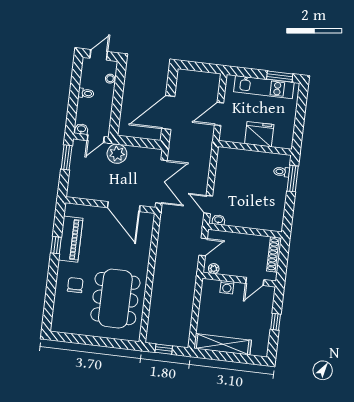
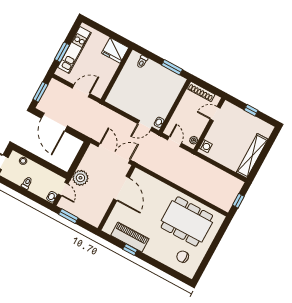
window: (199, 67) -> (40, 92), added
window: (280, 76) -> (62, 52), moved
door: (168, 113) -> (54, 122), moved
door: (219, 114) -> (81, 91), swing flipped
fridge: (259, 134) -> (115, 50), moved, turned -90
window: (293, 179) -> (172, 67), moved
door: (124, 207) -> (121, 188), hinge flipped
door: (255, 281) -> (215, 114), swing flipped
chair: (75, 285) -> (183, 257), moved
washing machine: (227, 287) -> (206, 146), moved

